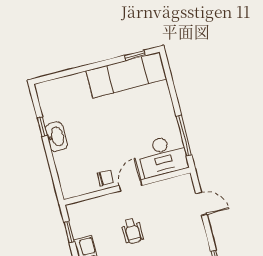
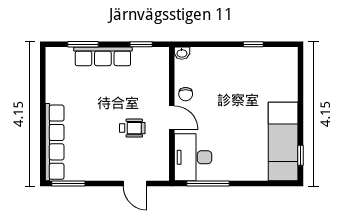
washbasin: (56, 137) -> (182, 53), moved, width x0.52, depth x0.69
door: (201, 204) -> (135, 184), hinge flipped
wheelchair: (132, 231) -> (132, 128), moved, turned 180

